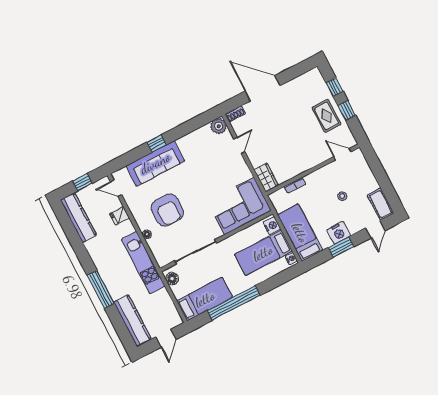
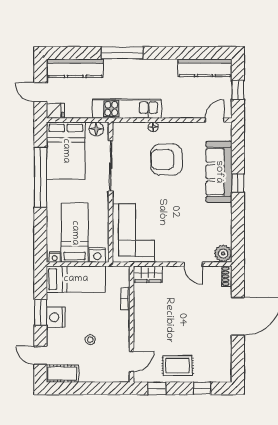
window: (347, 111) -> (157, 388), moved
fridge: (120, 216) -> (55, 111), moved, turned 90
bed: (205, 299) -> (66, 151), width x1.50

